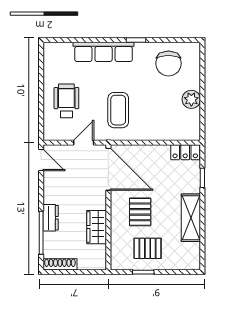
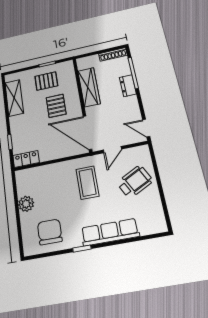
wheelchair: (66, 101) -> (135, 182), turned -117
shelving: (191, 218) -> (14, 98), moved
wardrobe: (97, 227) -> (89, 87), width x1.50

